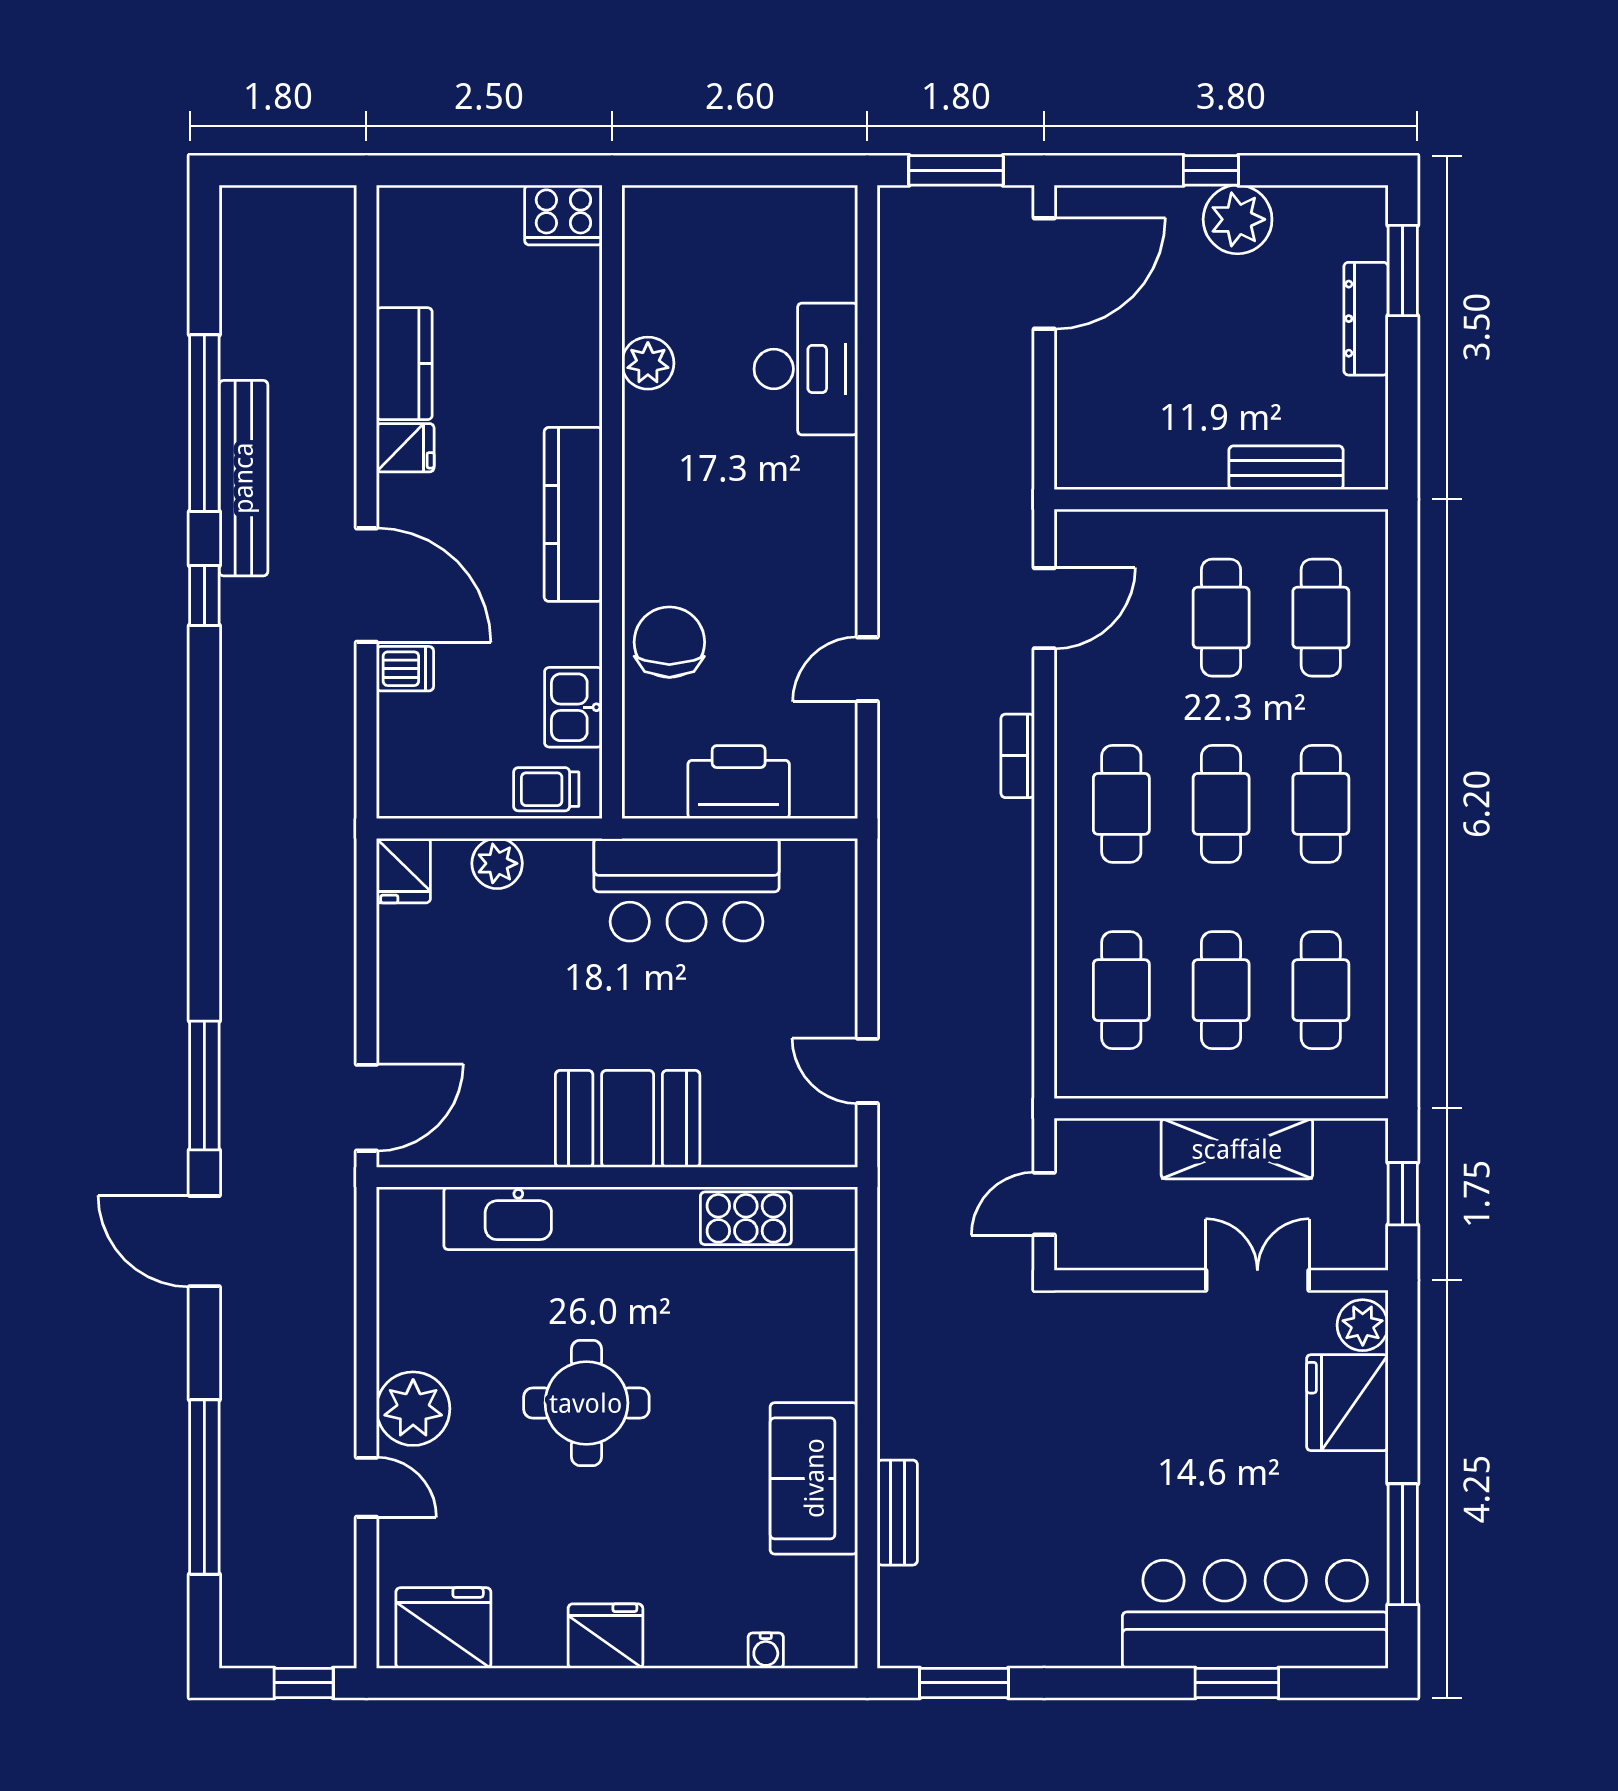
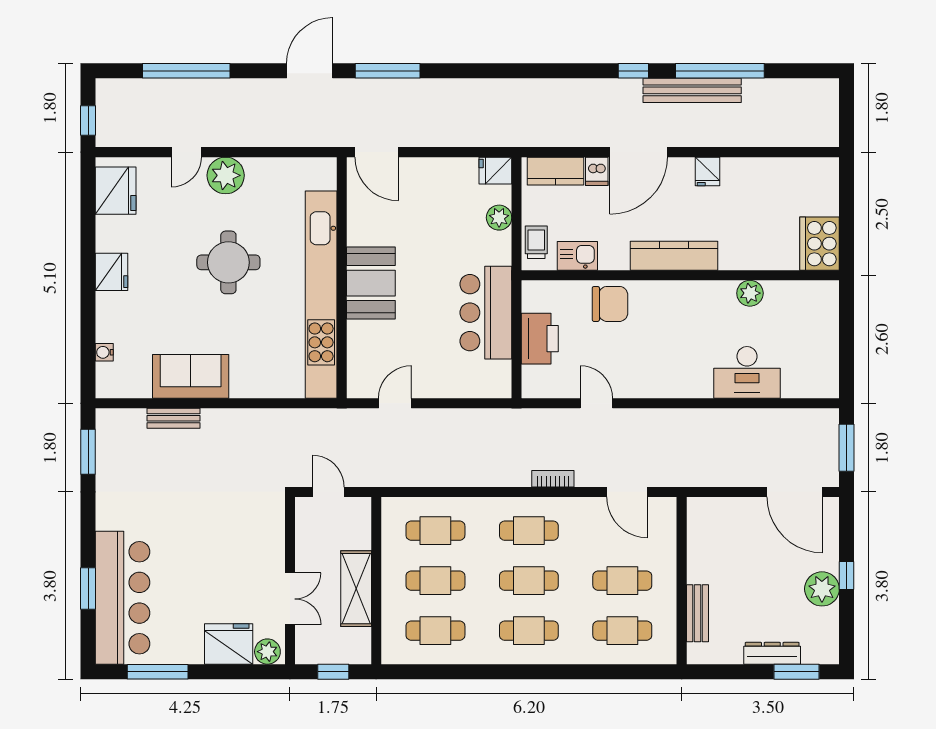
cooker: (563, 215) -> (820, 244), width x1.37, depth x1.31
kitchen counter: (404, 364) -> (556, 171), moved

